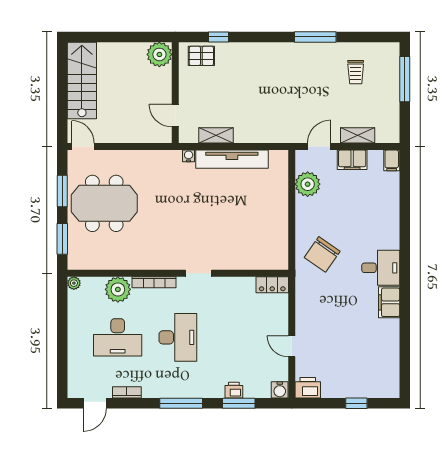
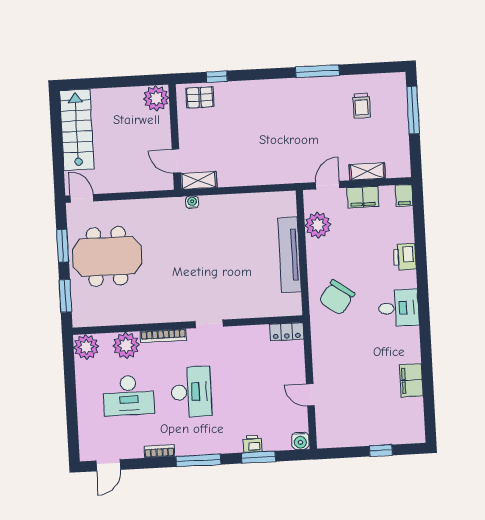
shelving: (216, 135) -> (199, 180), moved
tv unit: (232, 159) -> (290, 255), moved, turned 90
plant: (74, 283) -> (86, 347), width x1.88, depth x1.88
filing cabinet: (389, 302) -> (411, 380), moved
printer: (308, 388) -> (405, 257), moved, turned -90
bookcase: (127, 392) -> (159, 451), moved

